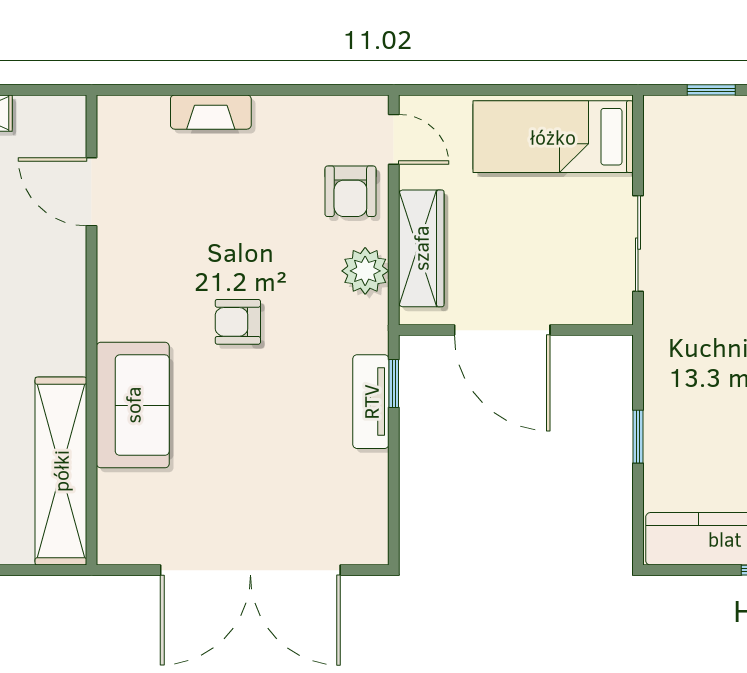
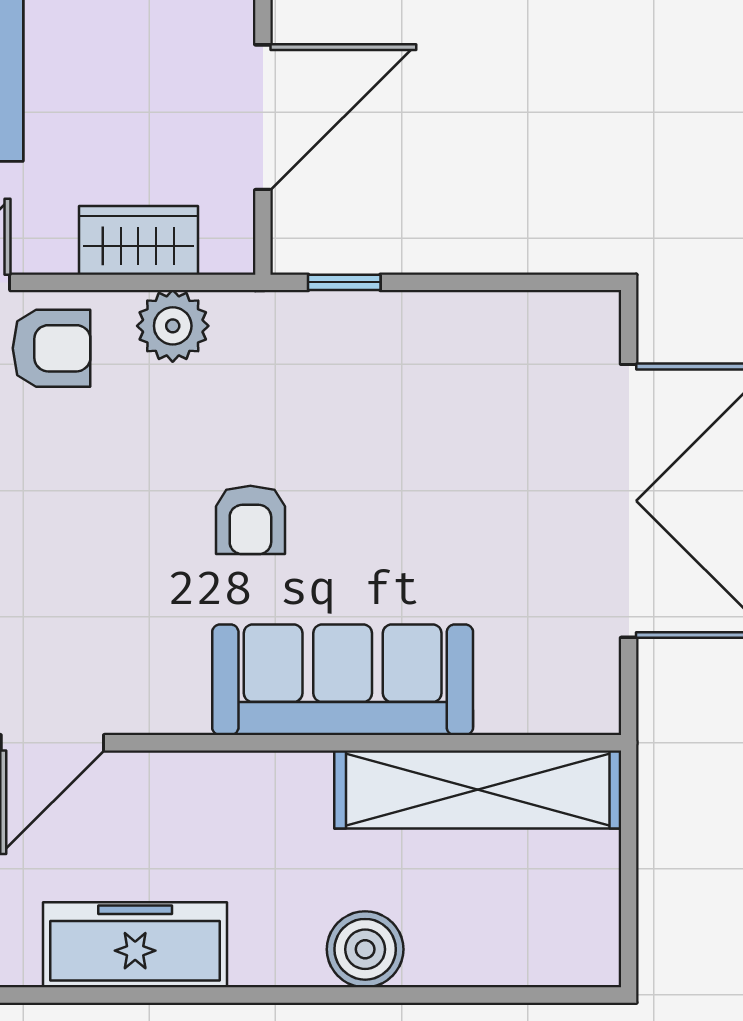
wardrobe: (421, 248) -> (138, 240), width x0.67
tv unit: (371, 402) -> (372, 317), removed
sofa: (133, 405) -> (343, 680), width x1.36

